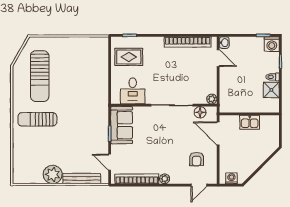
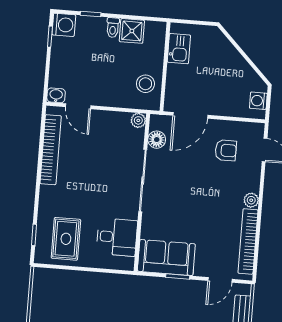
door: (218, 58) -> (78, 106), swing flipped
stool: (237, 102) -> (145, 84), added
kitchen sink: (250, 122) -> (179, 49), moved

